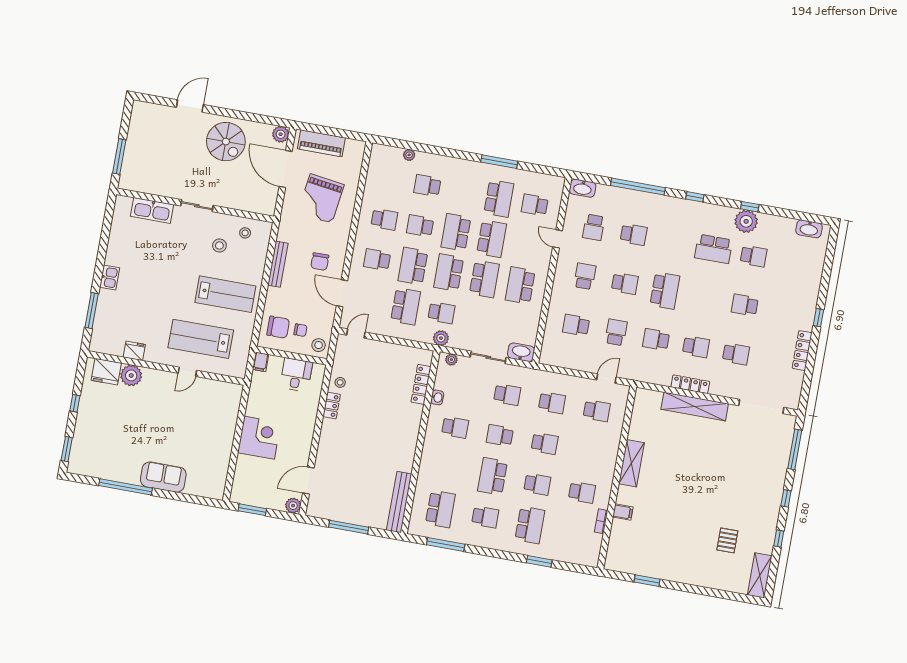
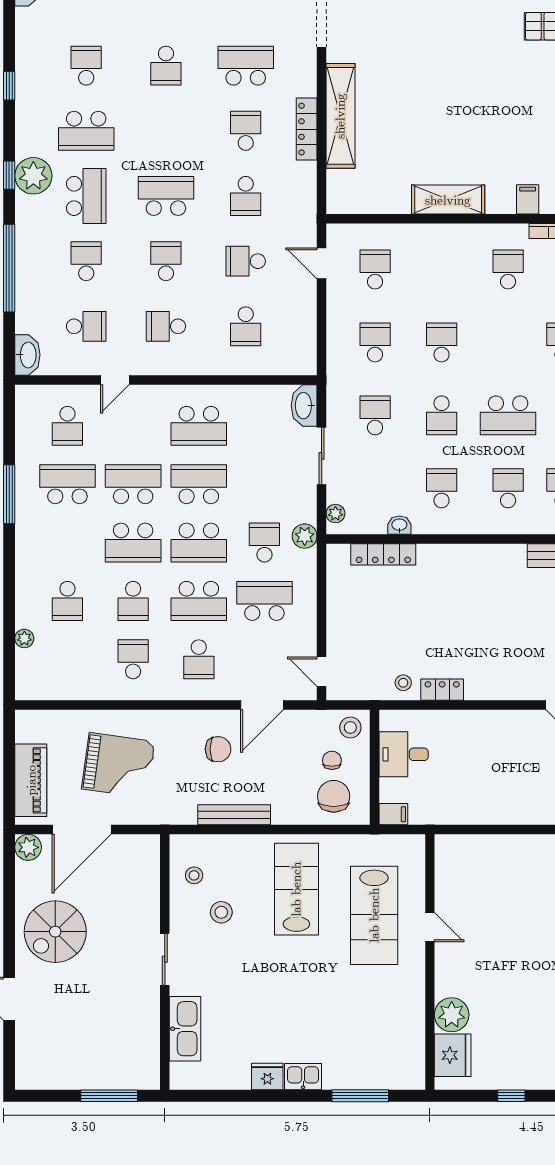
spiral stairs: (226, 142) -> (55, 932), turned 180
plant: (746, 221) -> (33, 176), moved
school desk: (674, 242) -> (86, 196), added
school desk: (714, 249) -> (86, 131), turned 90
fridge: (134, 351) -> (267, 1077), moved, turned 90
school desk: (736, 354) -> (246, 66), width x1.85
corner desk: (259, 438) -> (514, 795), removed
school desk: (537, 484) -> (508, 488), moved

